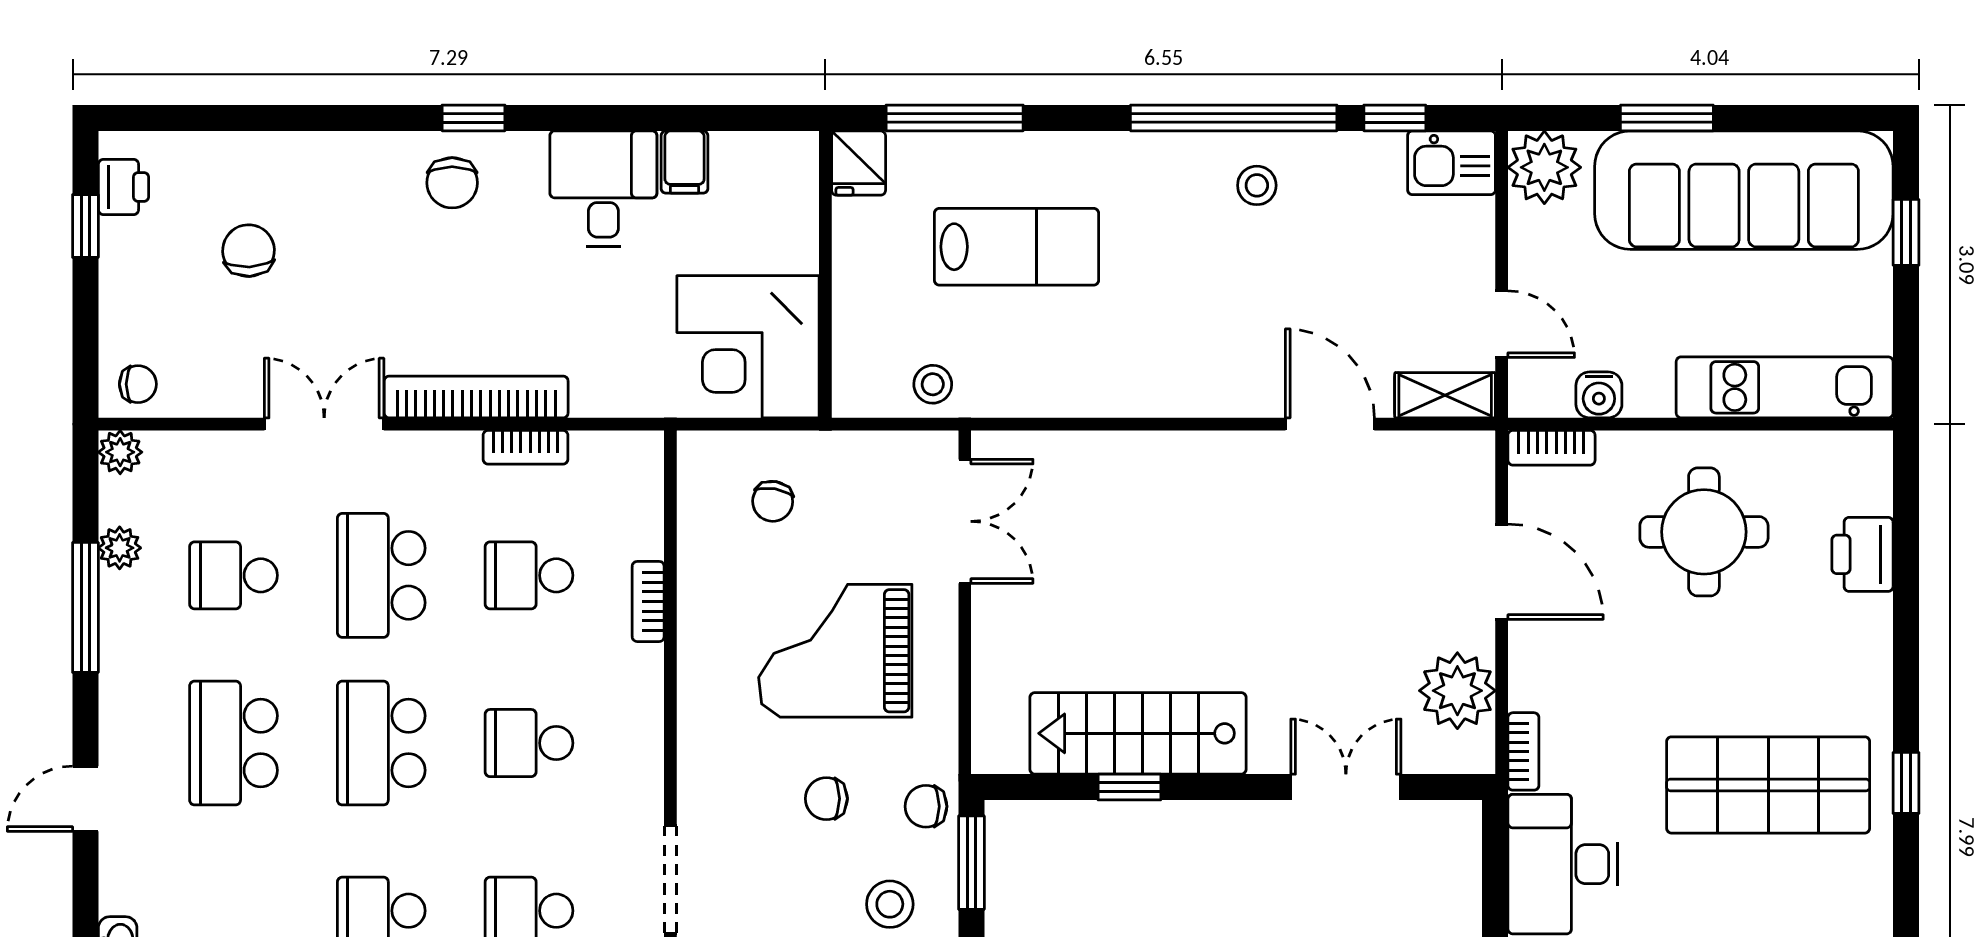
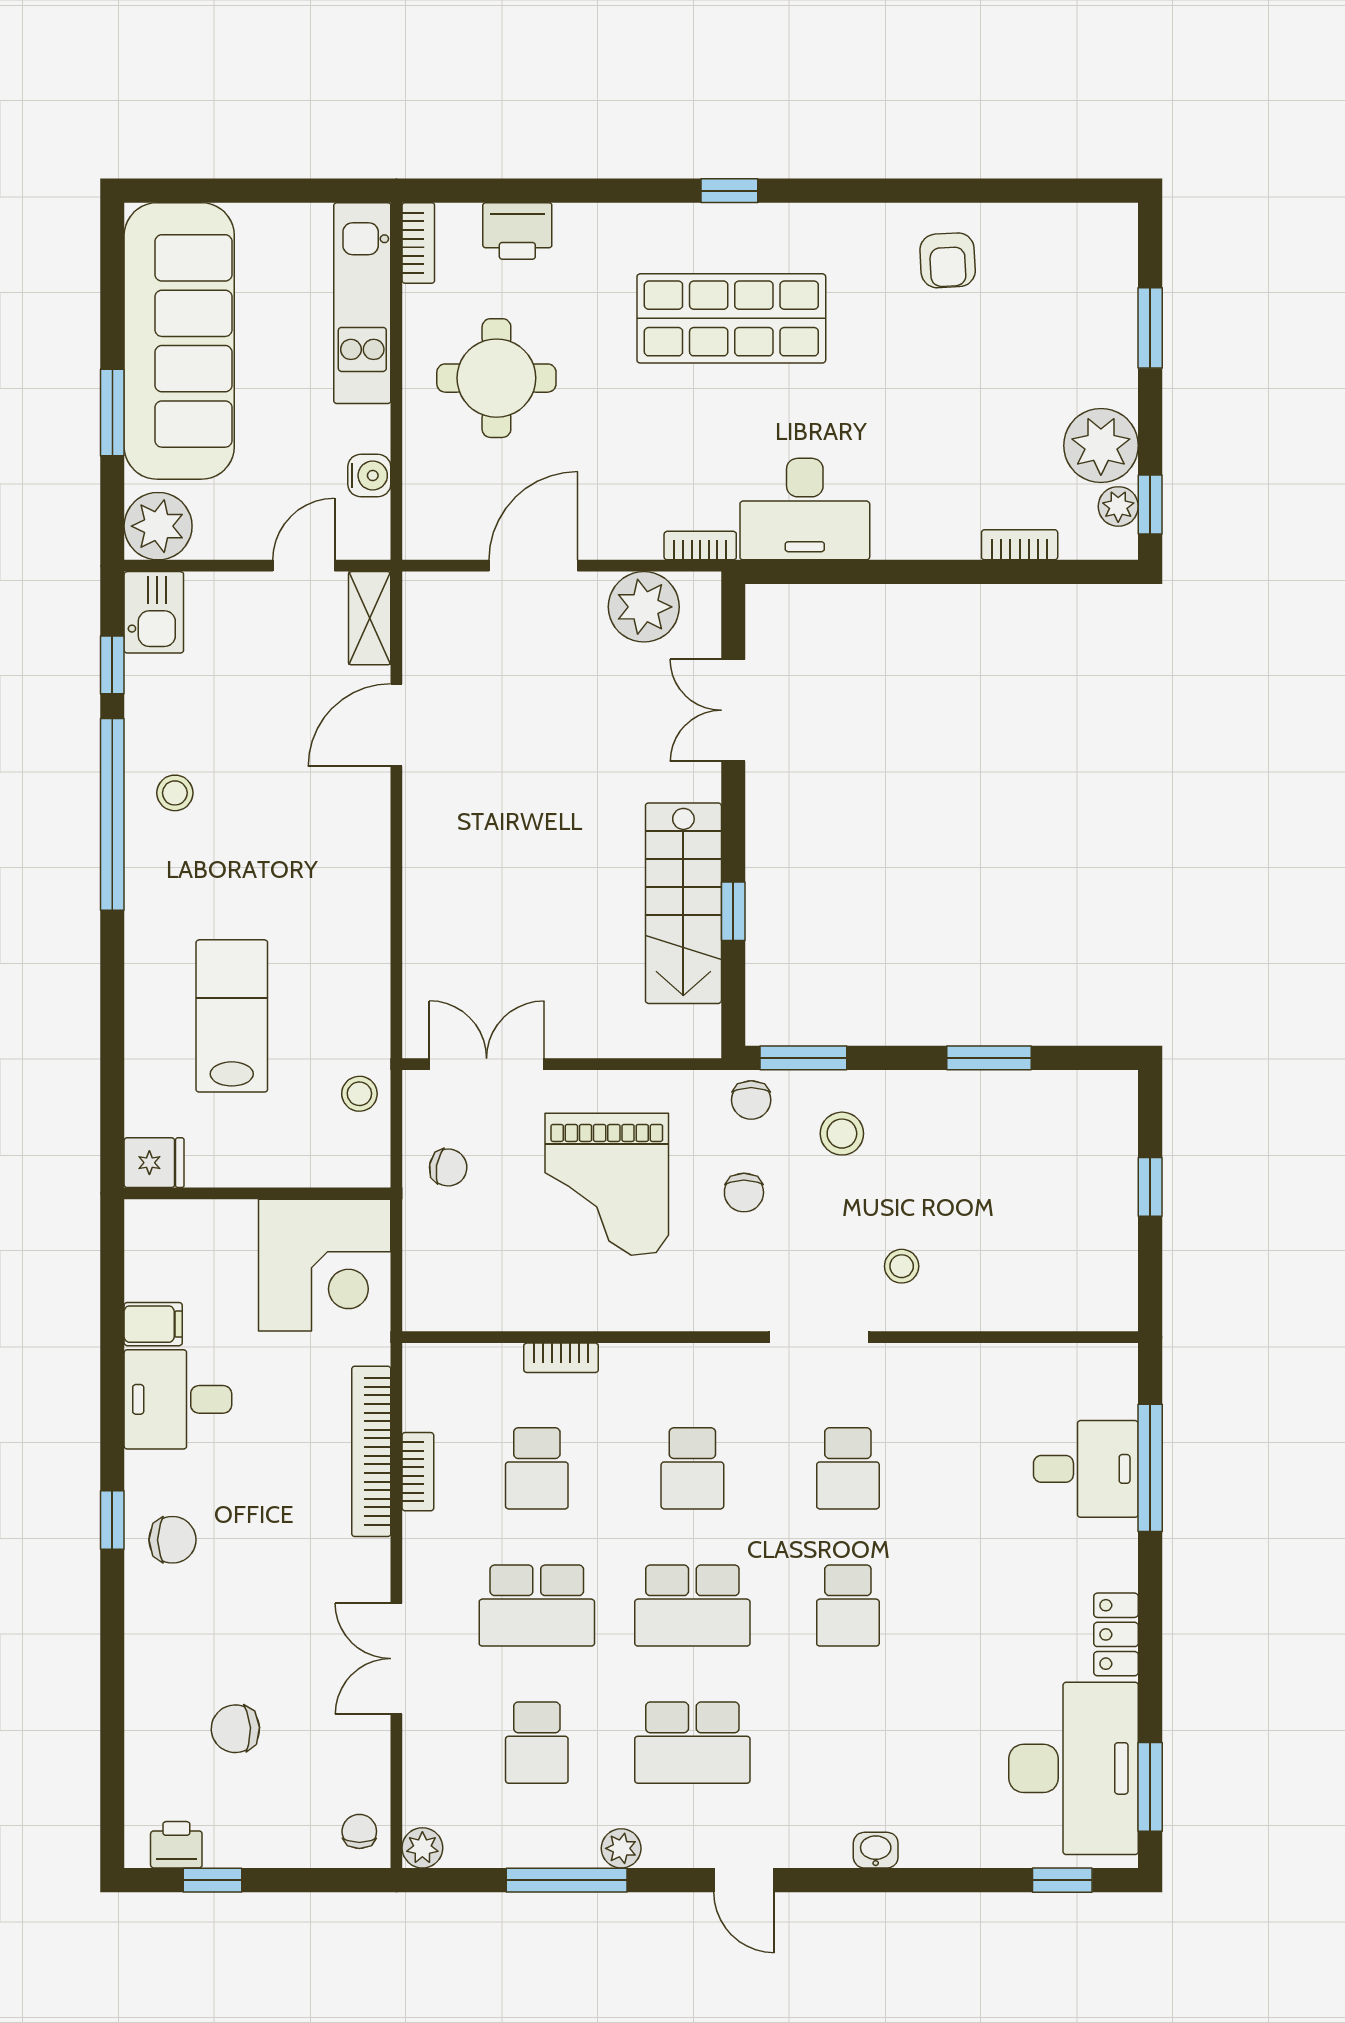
window: (955, 118) -> (112, 1073), removed
window: (1906, 232) -> (218, 191), removed
bookcase: (476, 397) -> (371, 1451), moved
bookcase: (1551, 448) -> (418, 243), moved
chair: (773, 501) -> (448, 1167), moved
plant: (120, 548) -> (621, 1848), moved
shop shelf: (1768, 785) -> (731, 318), turned 90

